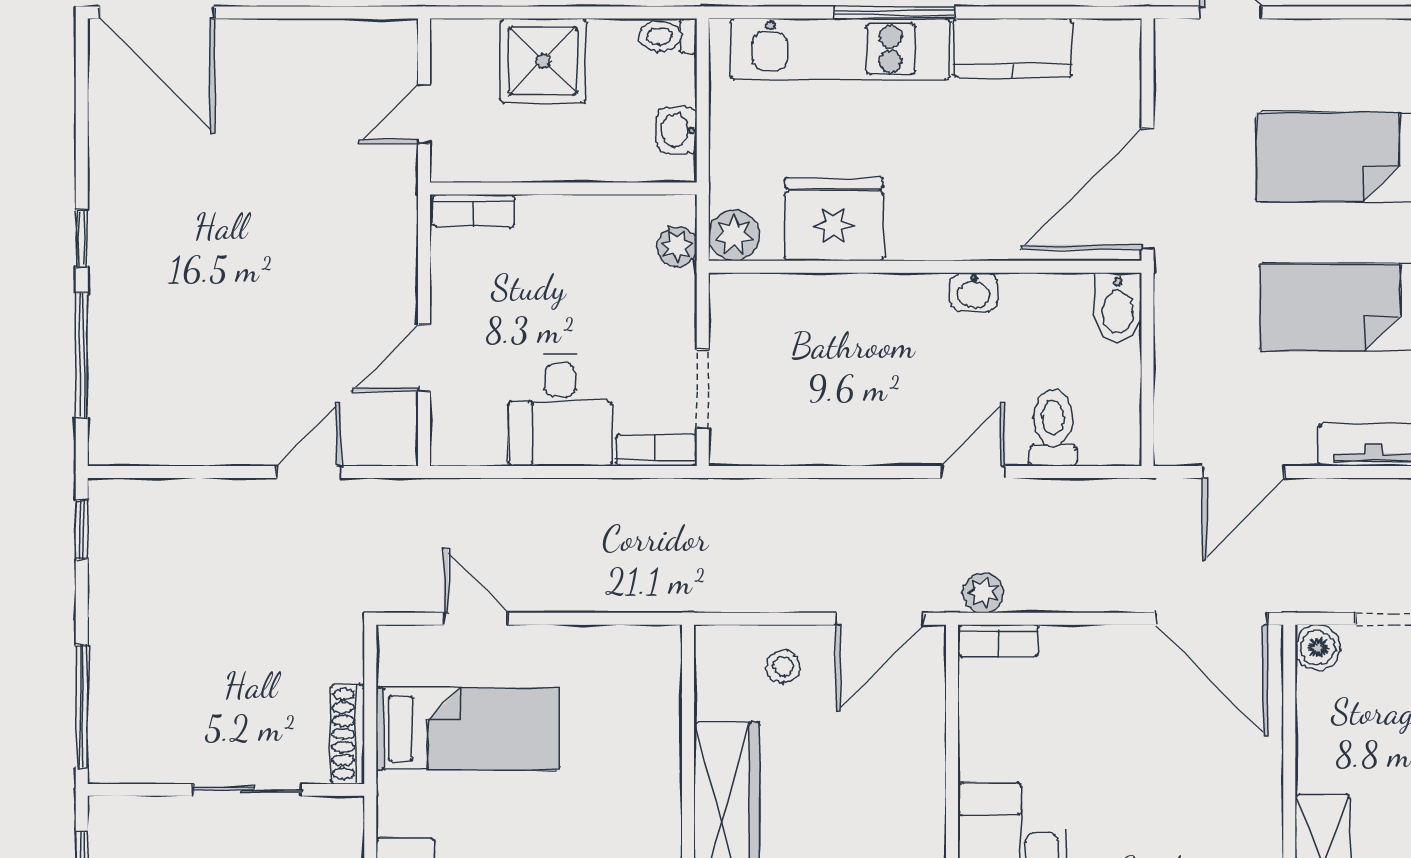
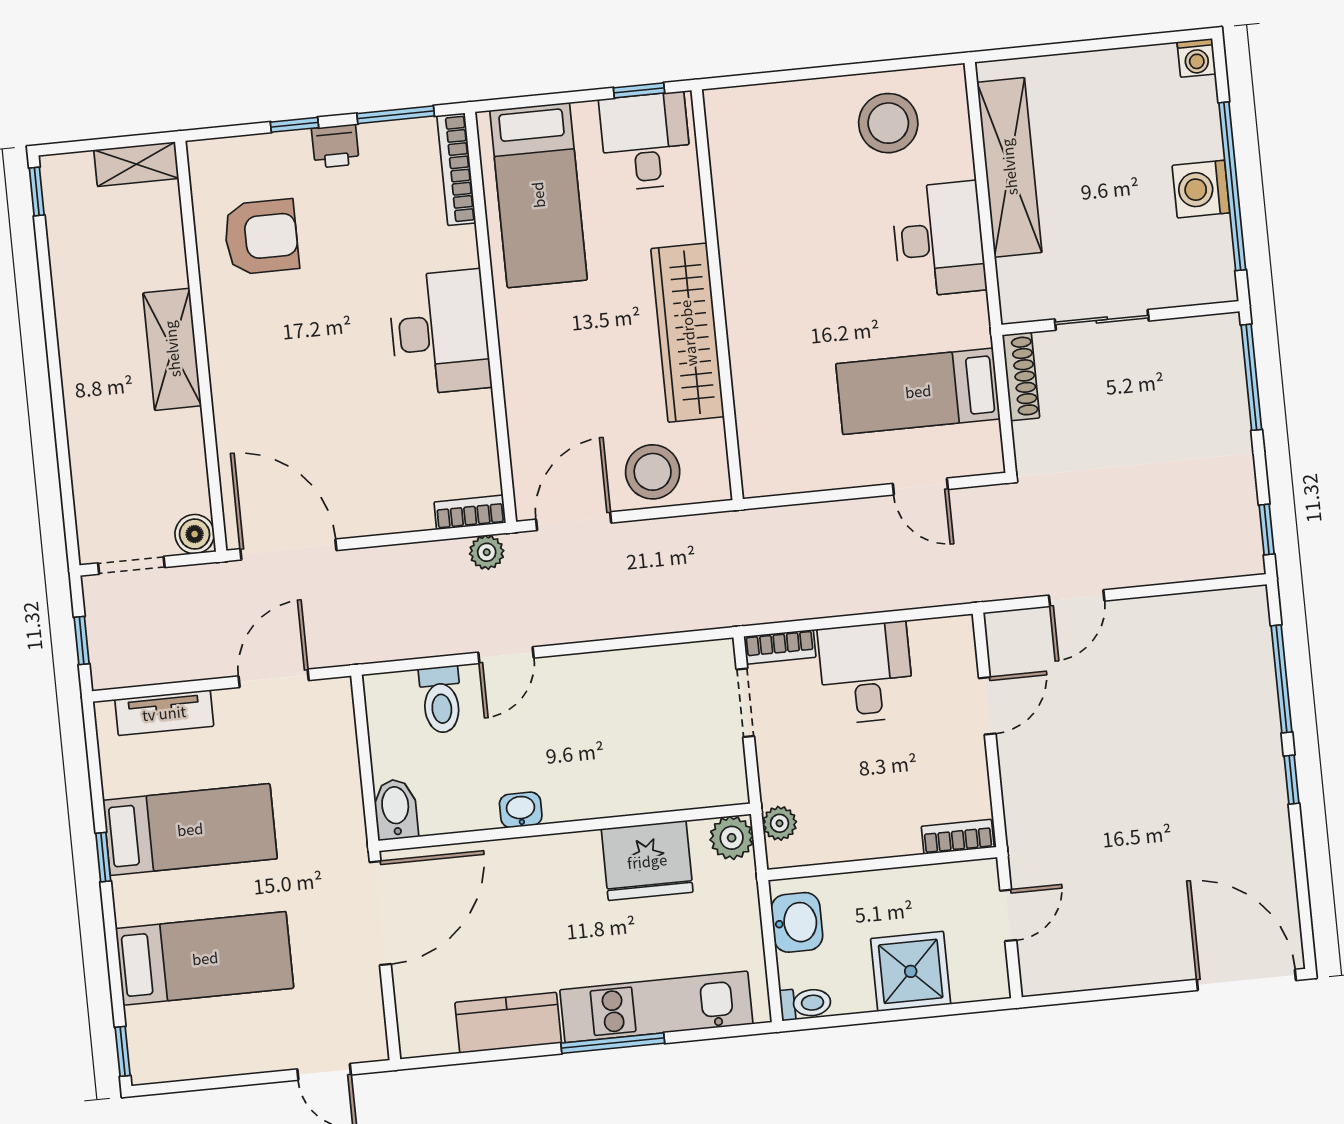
washbasin: (677, 130) -> (797, 922), width x1.38, depth x1.45
stool: (783, 666) -> (653, 472), width x1.89, depth x1.89

